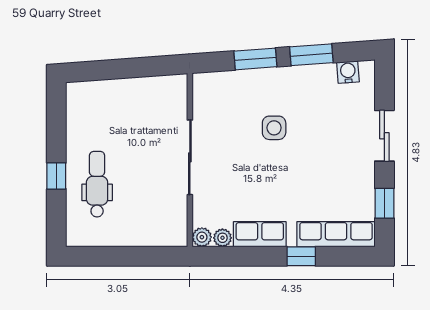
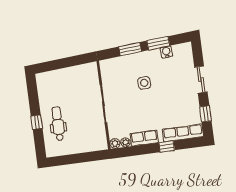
water cooler: (348, 72) -> (166, 52), moved

